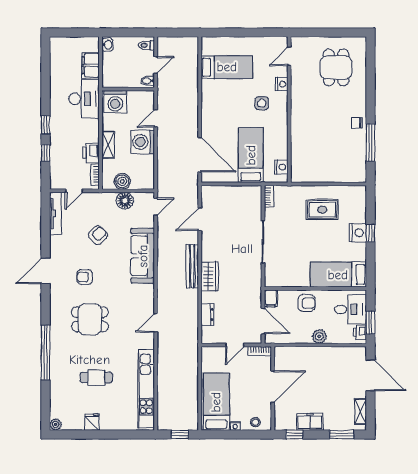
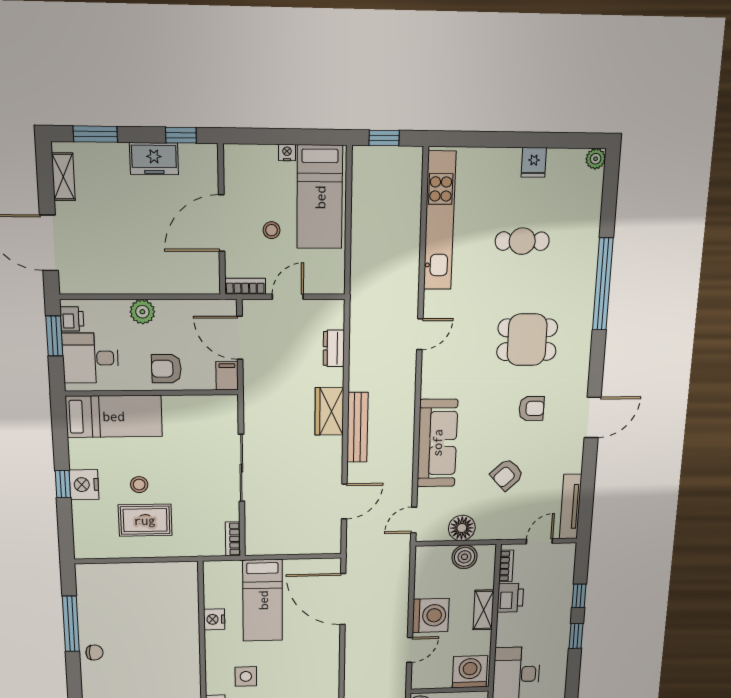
nightstand: (281, 167) -> (214, 619), moved
stool: (325, 232) -> (139, 485), added
stool: (255, 422) -> (271, 230), moved

